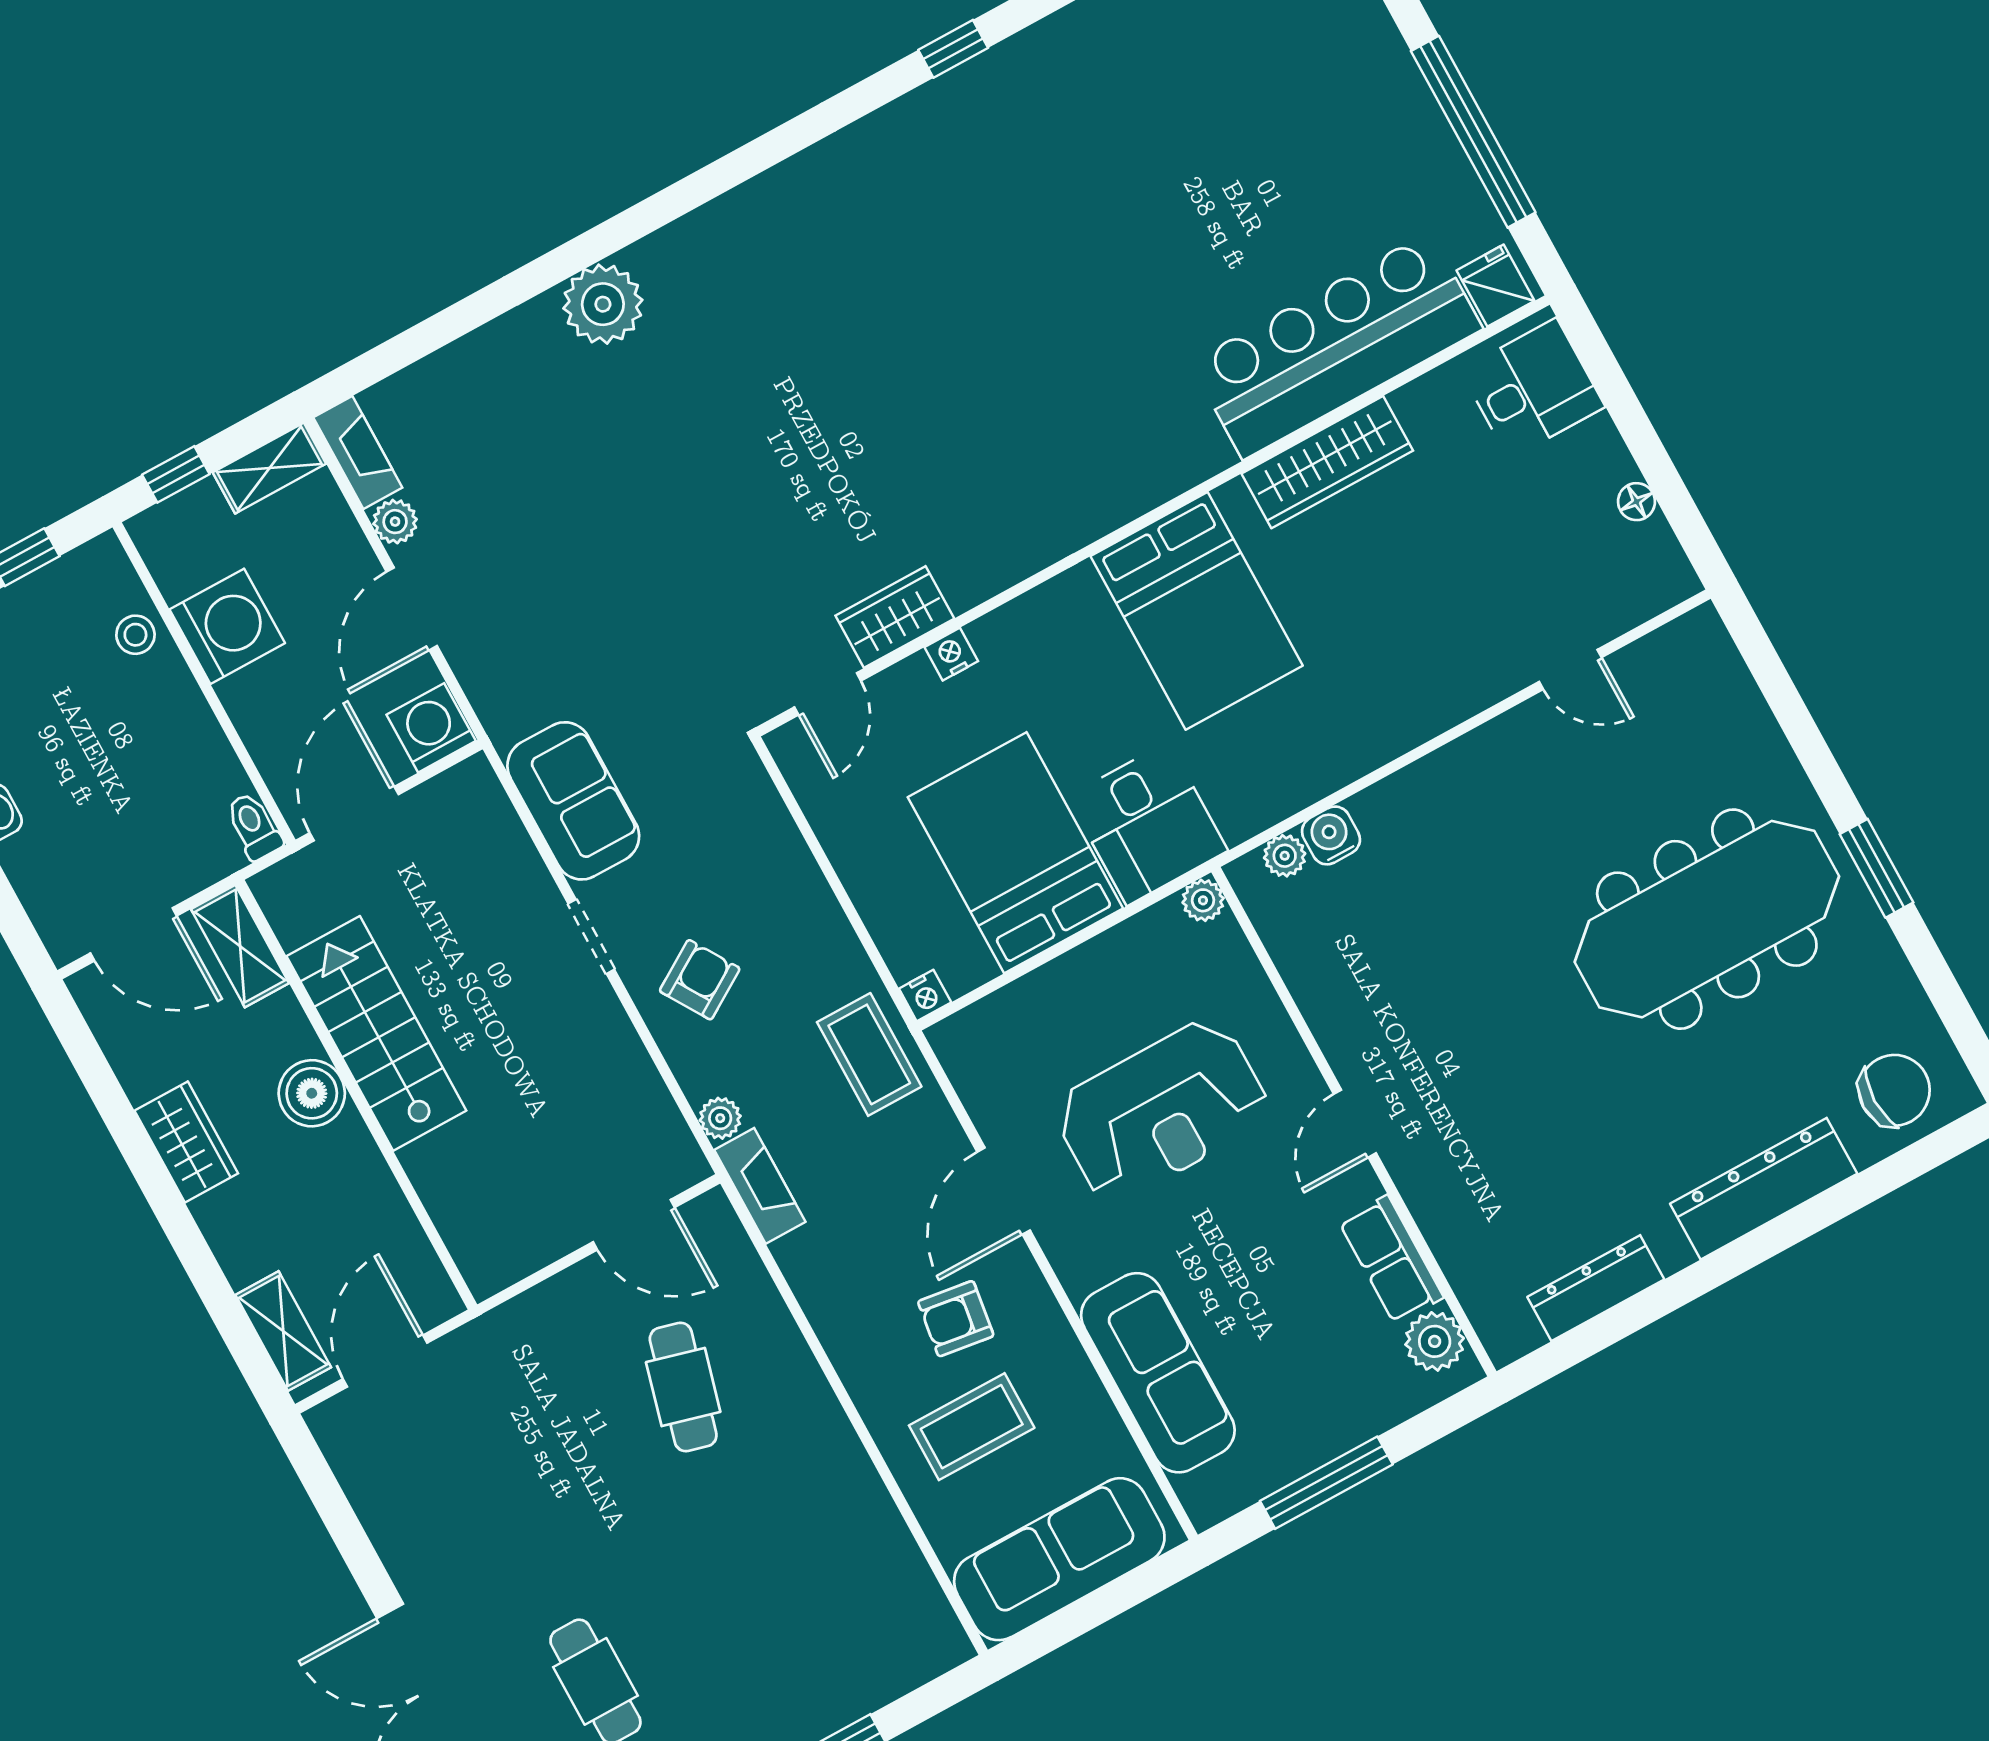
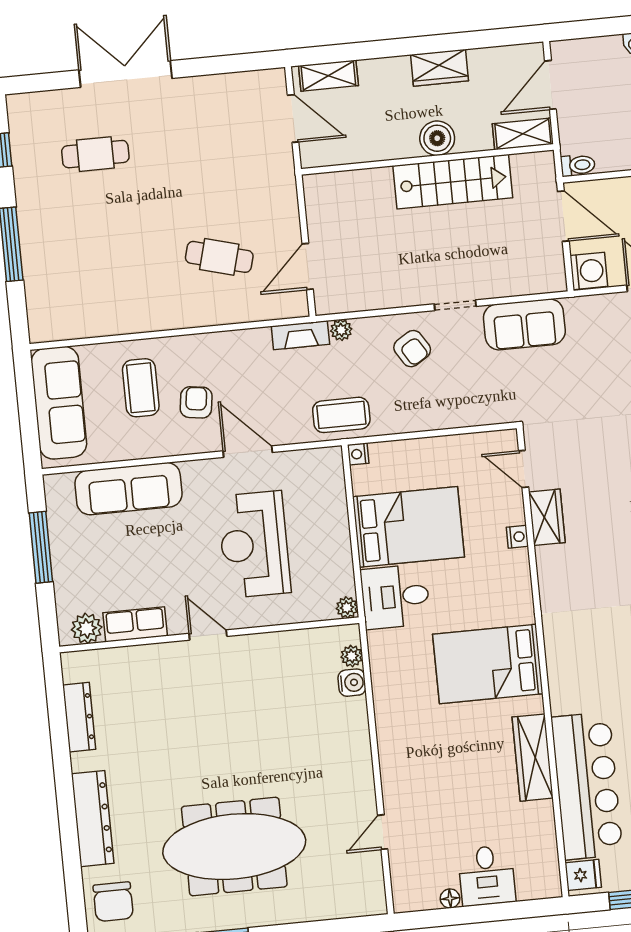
desk: (1533, 388) -> (487, 876), moved
meeting table: (1707, 919) -> (234, 847), turned 90

